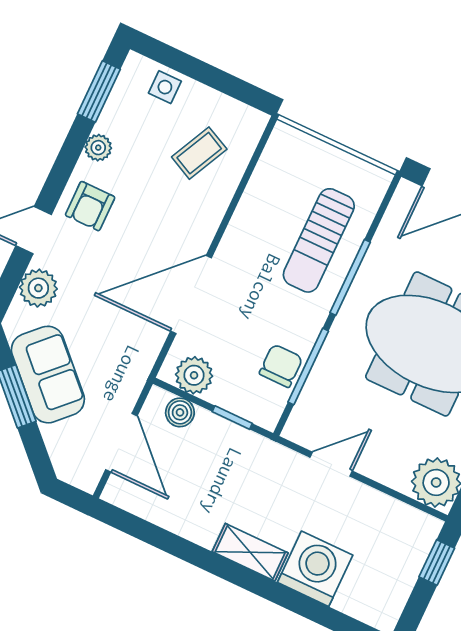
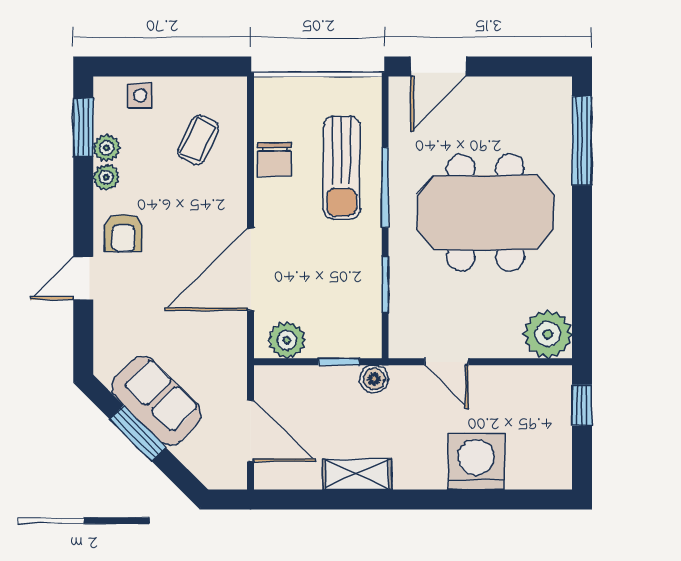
plant: (38, 288) -> (107, 148), moved, width x0.73, depth x0.73
chair: (281, 366) -> (275, 159), moved, turned 180
window: (308, 366) -> (385, 284), width x0.69
boiler: (180, 412) -> (374, 379), moved
door: (331, 464) -> (446, 362), swing flipped
shelving: (250, 552) -> (357, 474), moved

